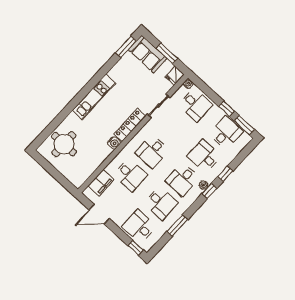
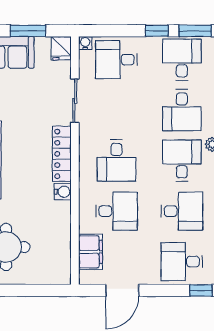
desk: (196, 105) -> (116, 60), turned 180
desk: (204, 156) -> (182, 110), turned -90
desk: (182, 180) -> (182, 161), turned 180

